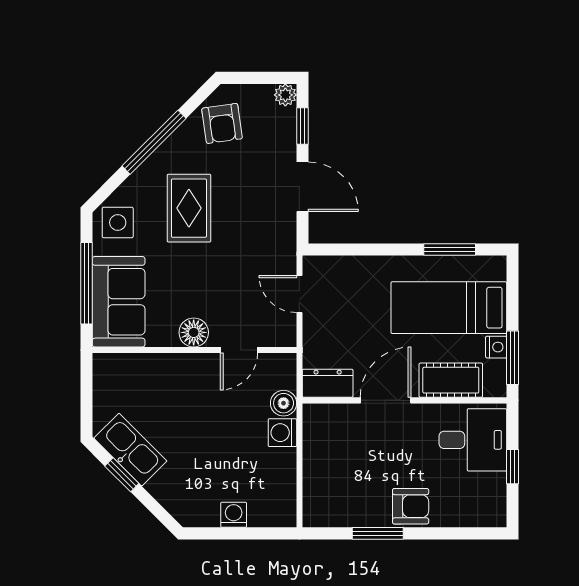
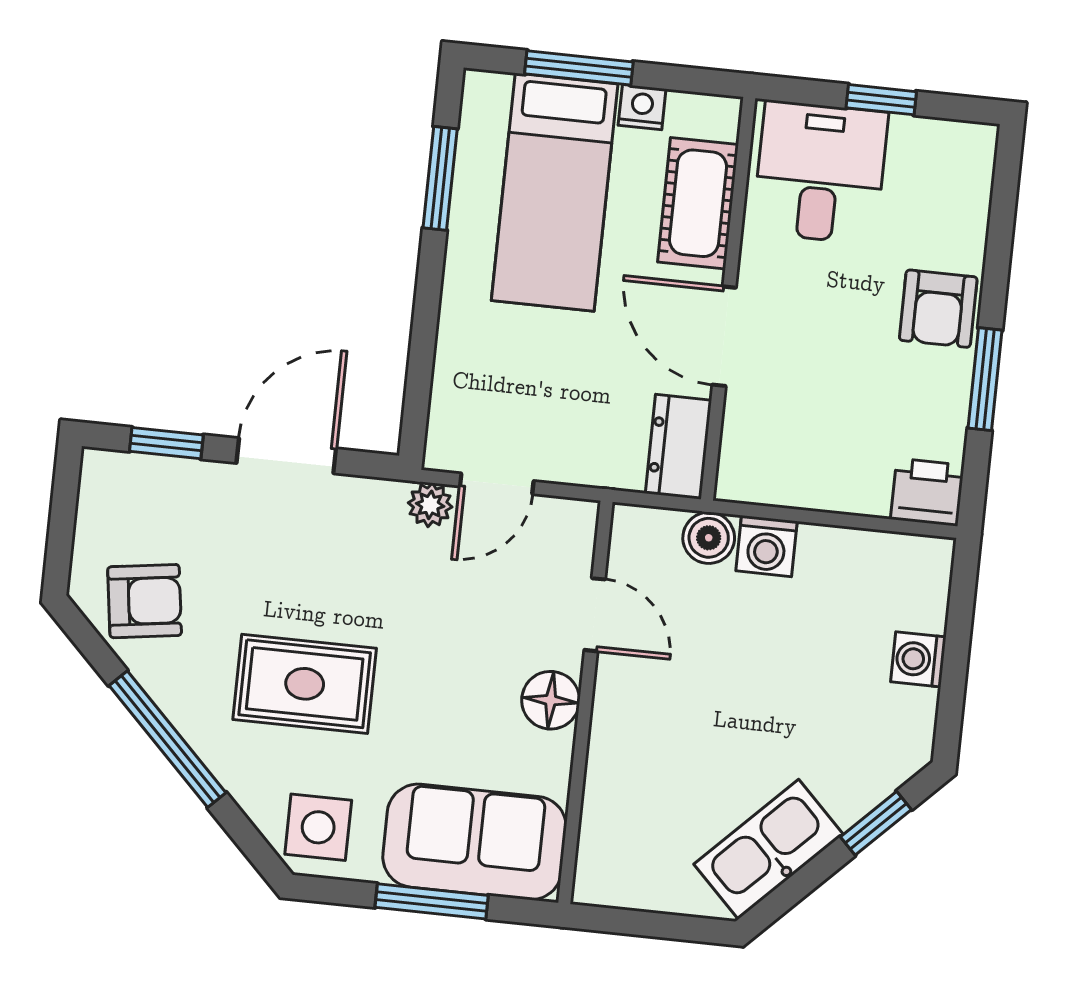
plant: (285, 95) -> (430, 505), moved
window: (86, 283) -> (432, 901), width x0.69
window: (512, 358) -> (579, 68), moved
window: (122, 475) -> (876, 823), moved
armchair: (411, 506) -> (938, 309), turned 180
printer: (318, 510) -> (927, 492), added

